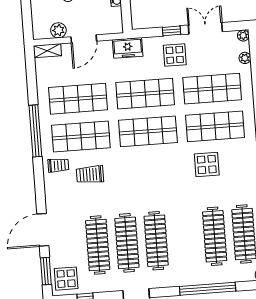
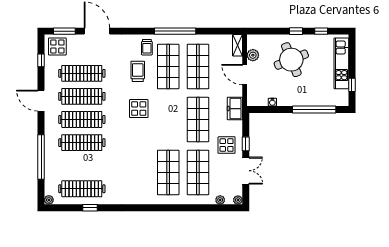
shop shelf: (148, 131) -> (168, 119), removed
display table: (207, 164) -> (139, 109), moved
clothes rail: (215, 236) -> (82, 143), moved

